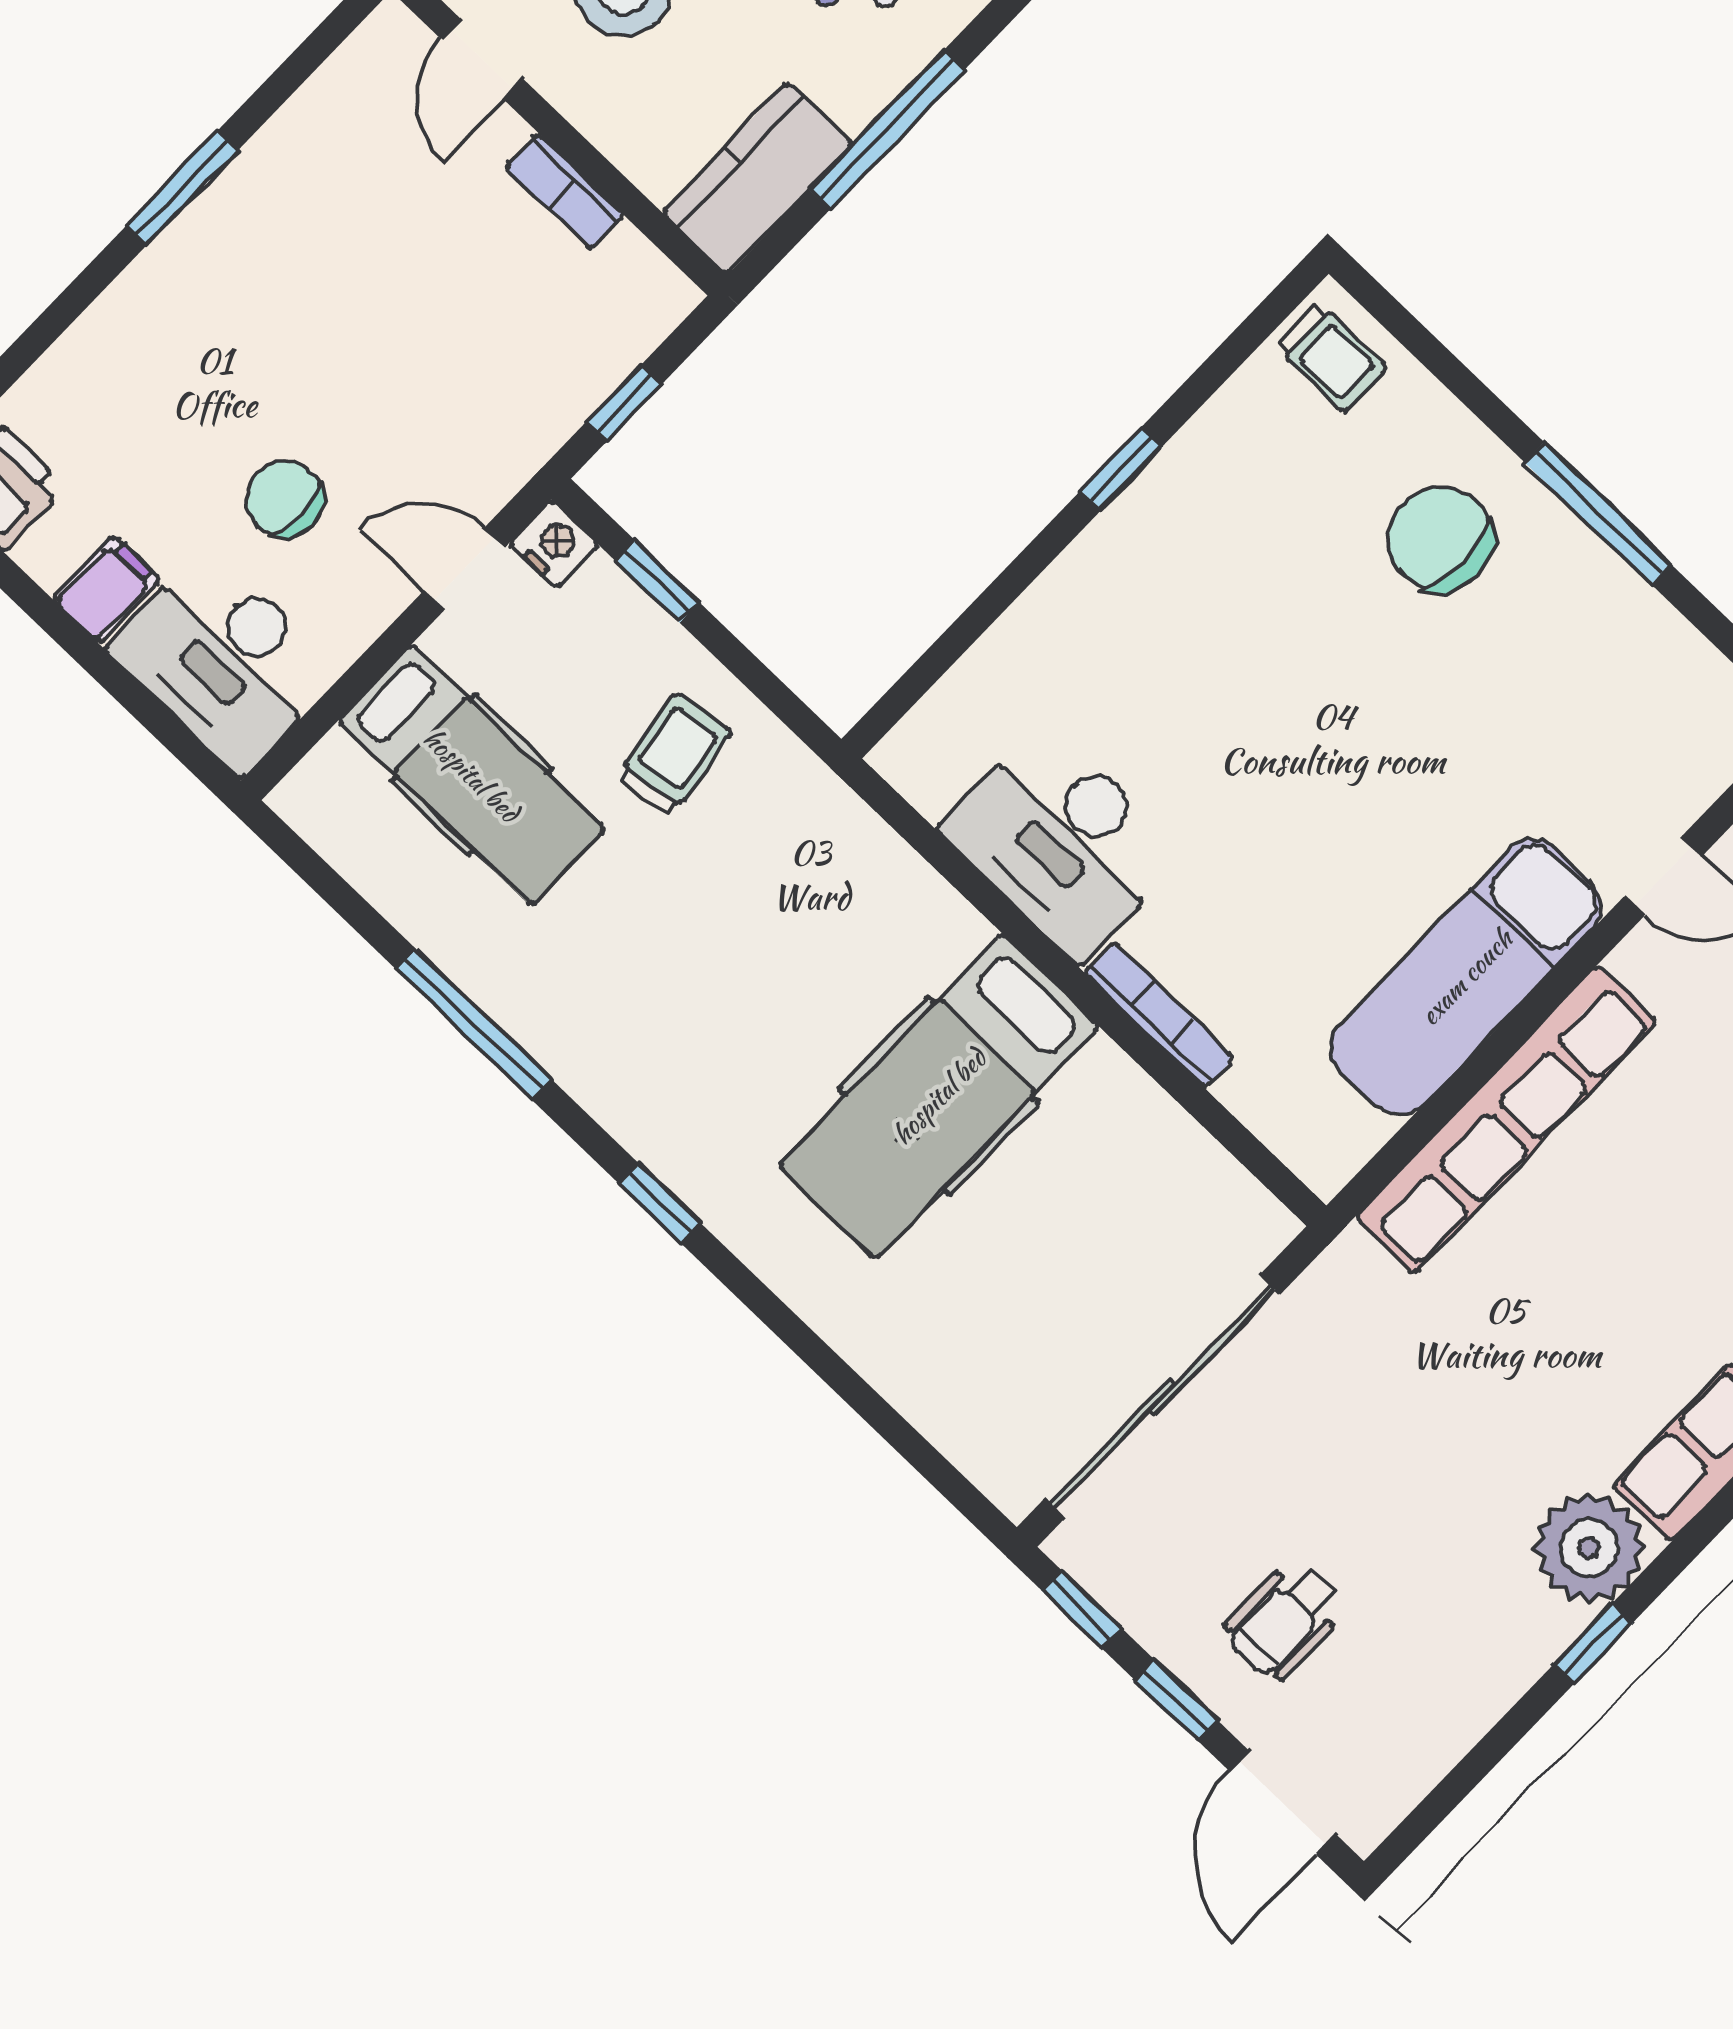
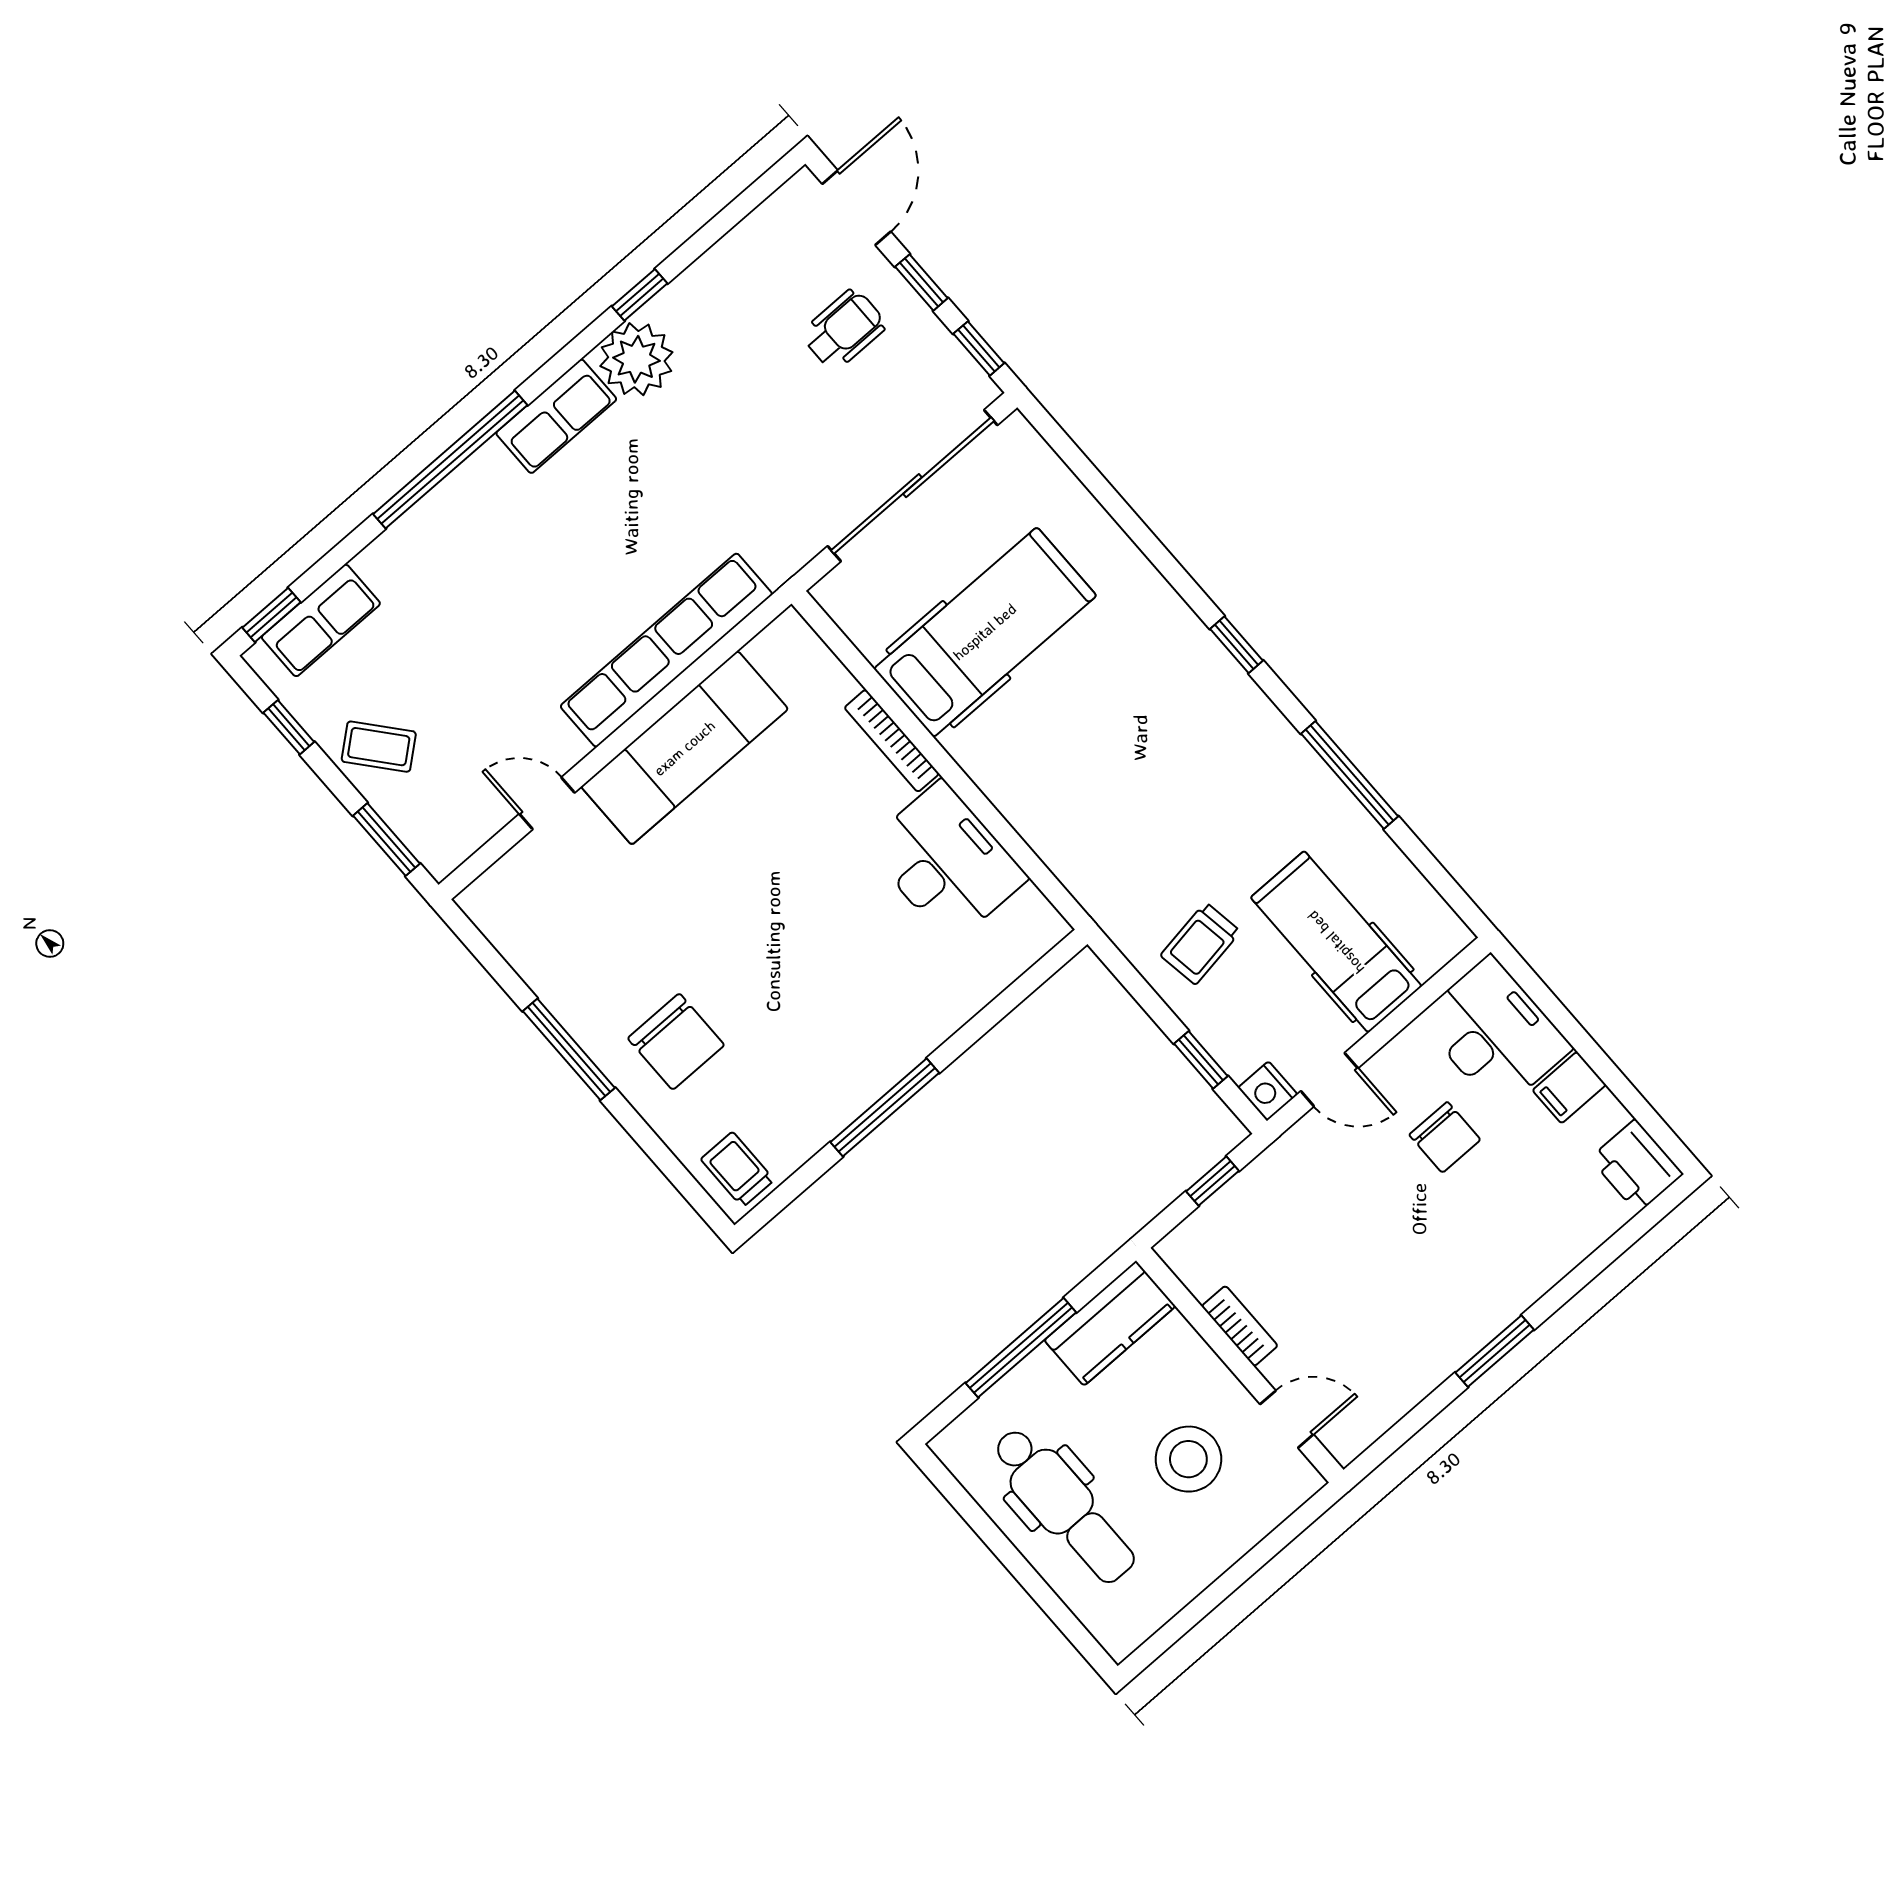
door: (482, 59) -> (1287, 1419), hinge flipped
window: (1121, 469) -> (885, 1107), width x2.17
hospital bed: (939, 1096) -> (985, 632), moved

